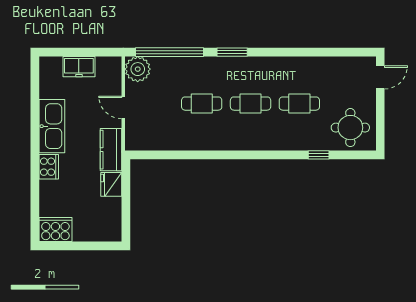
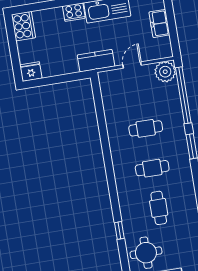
cafe table: (202, 104) -> (146, 128), turned 90
cafe table: (251, 104) -> (152, 168), turned 90
fridge: (111, 184) -> (31, 72), moved

